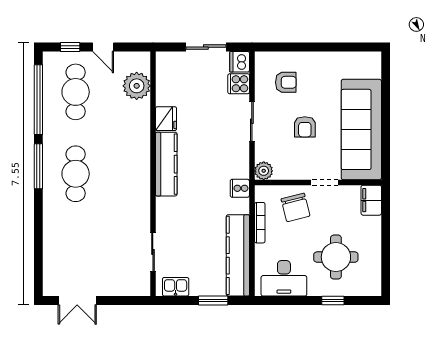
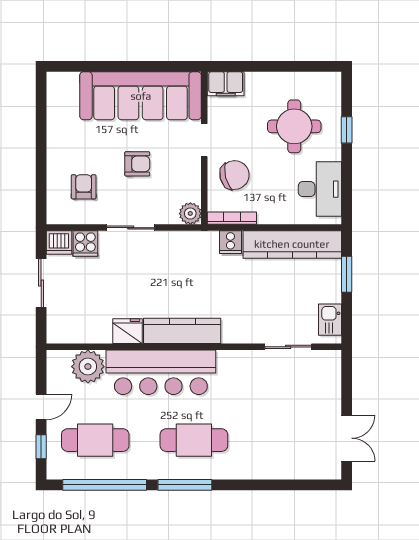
bar counter: (132, 146) -> (161, 372), added
cooker: (240, 188) -> (230, 242), moved
bookcase: (260, 223) -> (232, 218), moved

